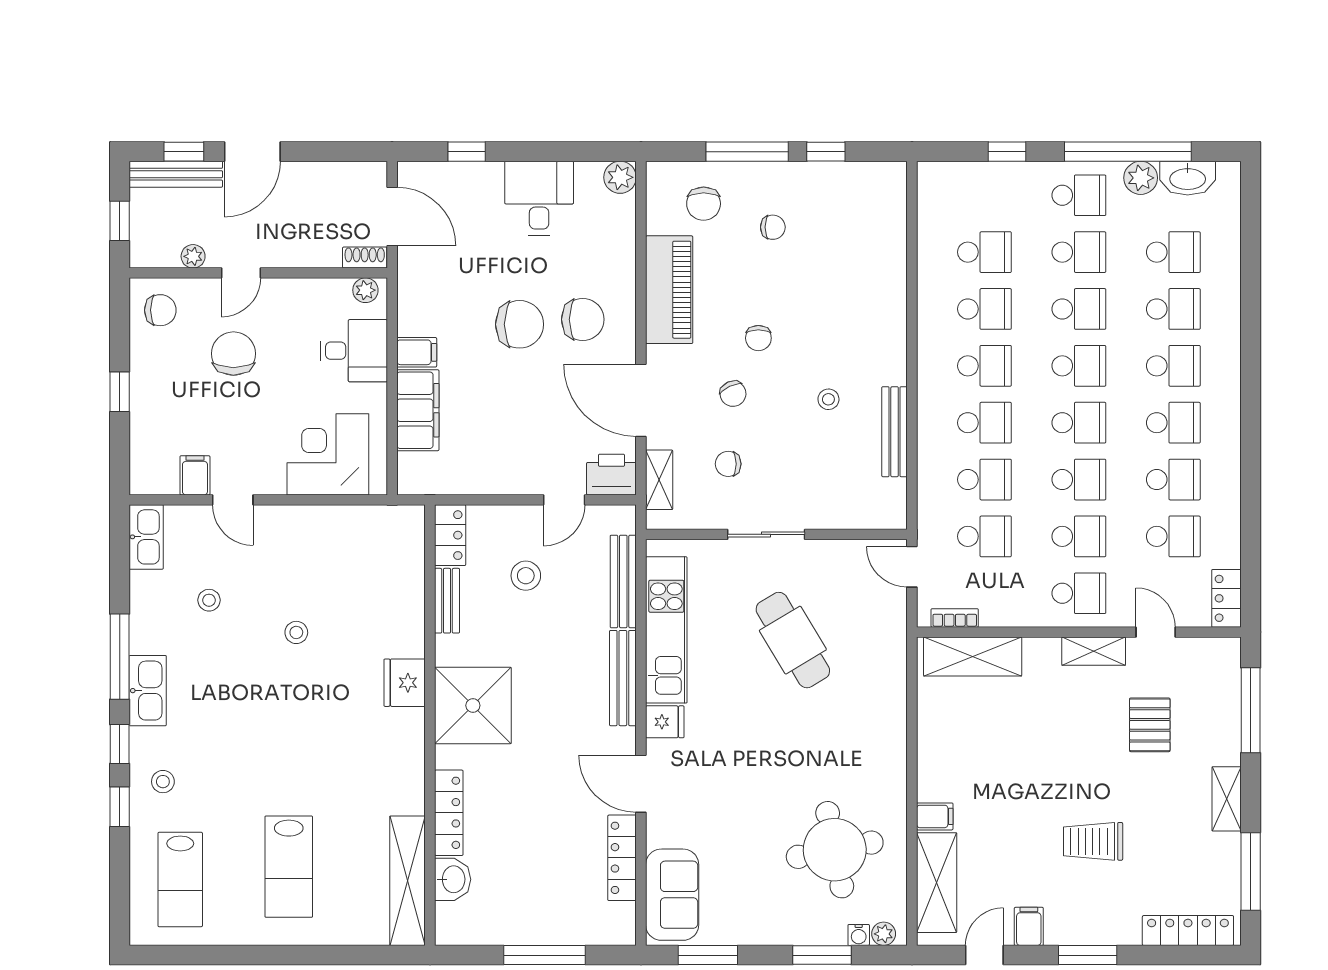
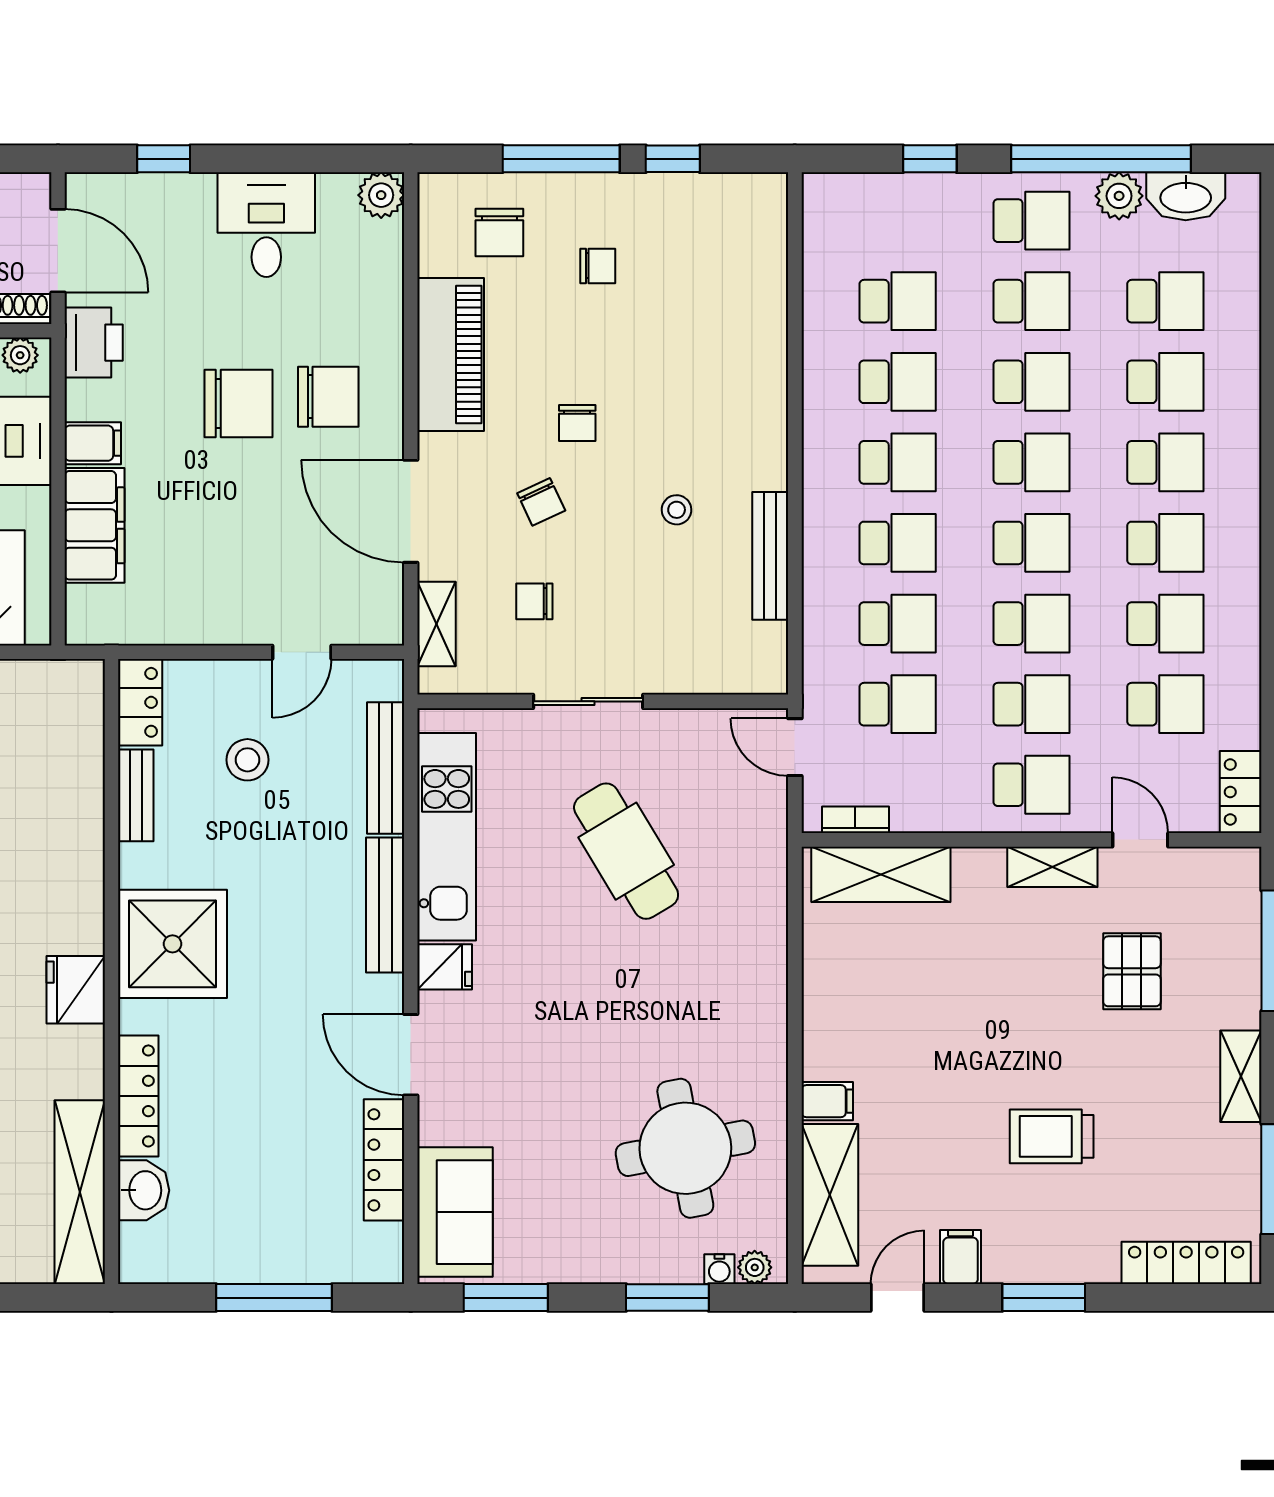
printer: (611, 475) -> (94, 343), moved, turned 90
fridge: (405, 683) -> (76, 990), moved

